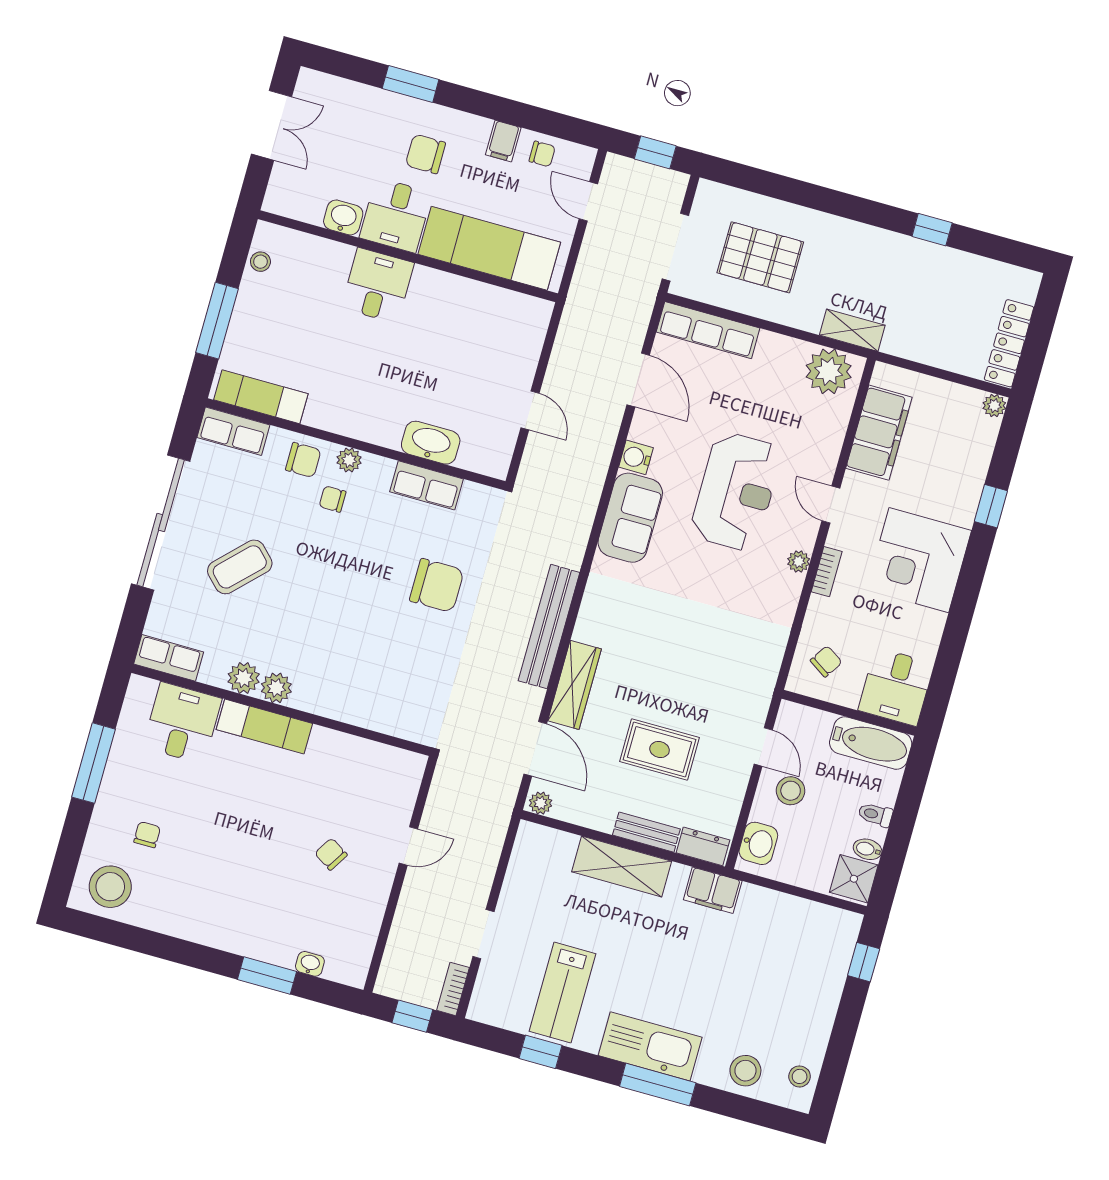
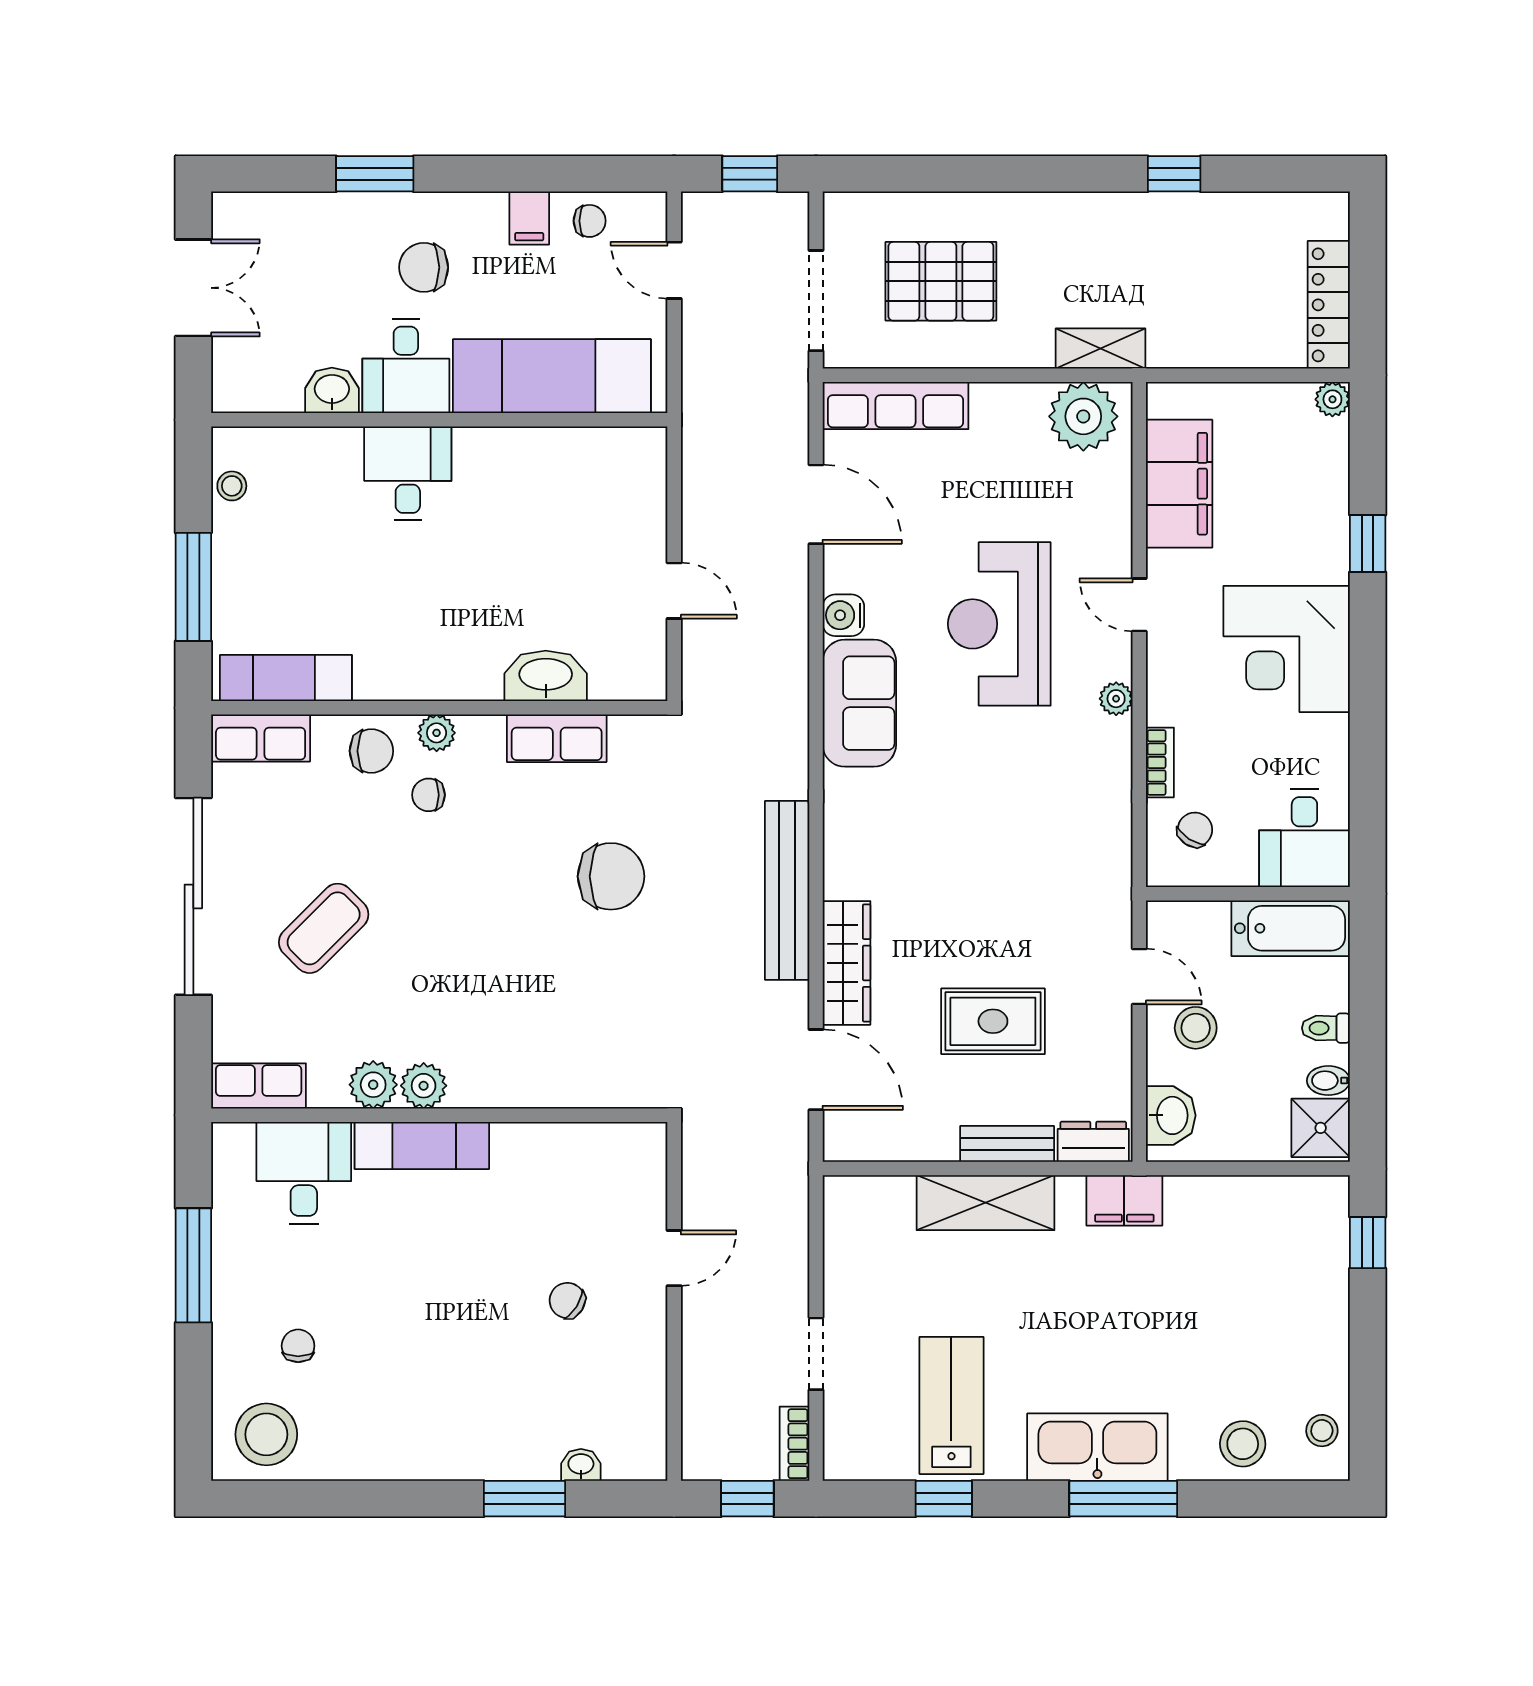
reception desk: (736, 491) -> (999, 624), turned 180
bookcase: (827, 572) -> (1160, 762), moved
plant: (541, 803) -> (845, 1145), removed
lab bench: (562, 993) -> (951, 1405), turned 180

